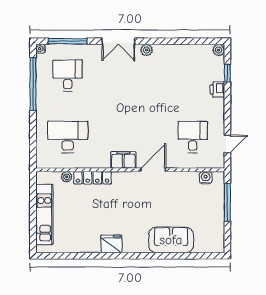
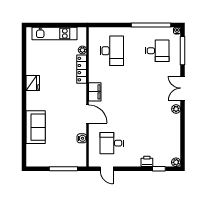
desk: (193, 137) -> (112, 143), turned 180
water cooler: (206, 178) -> (82, 138), moved

